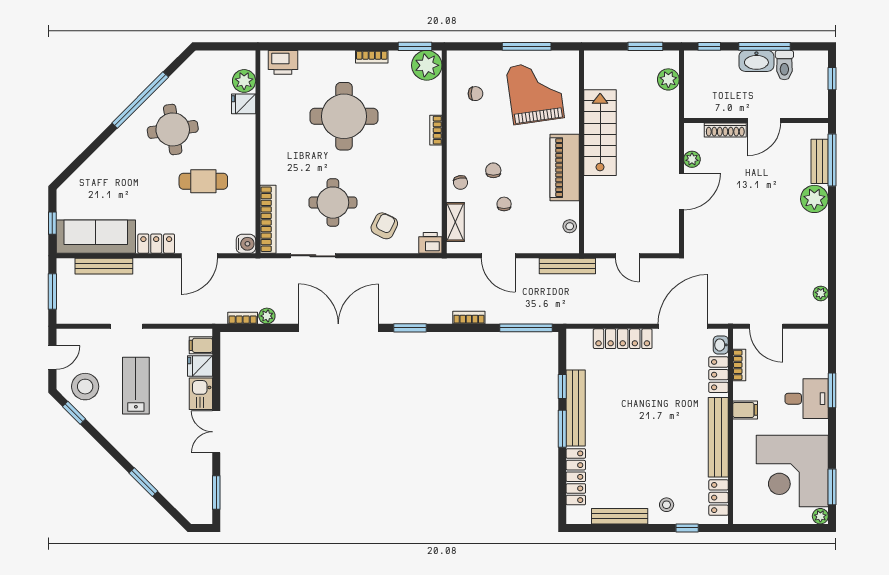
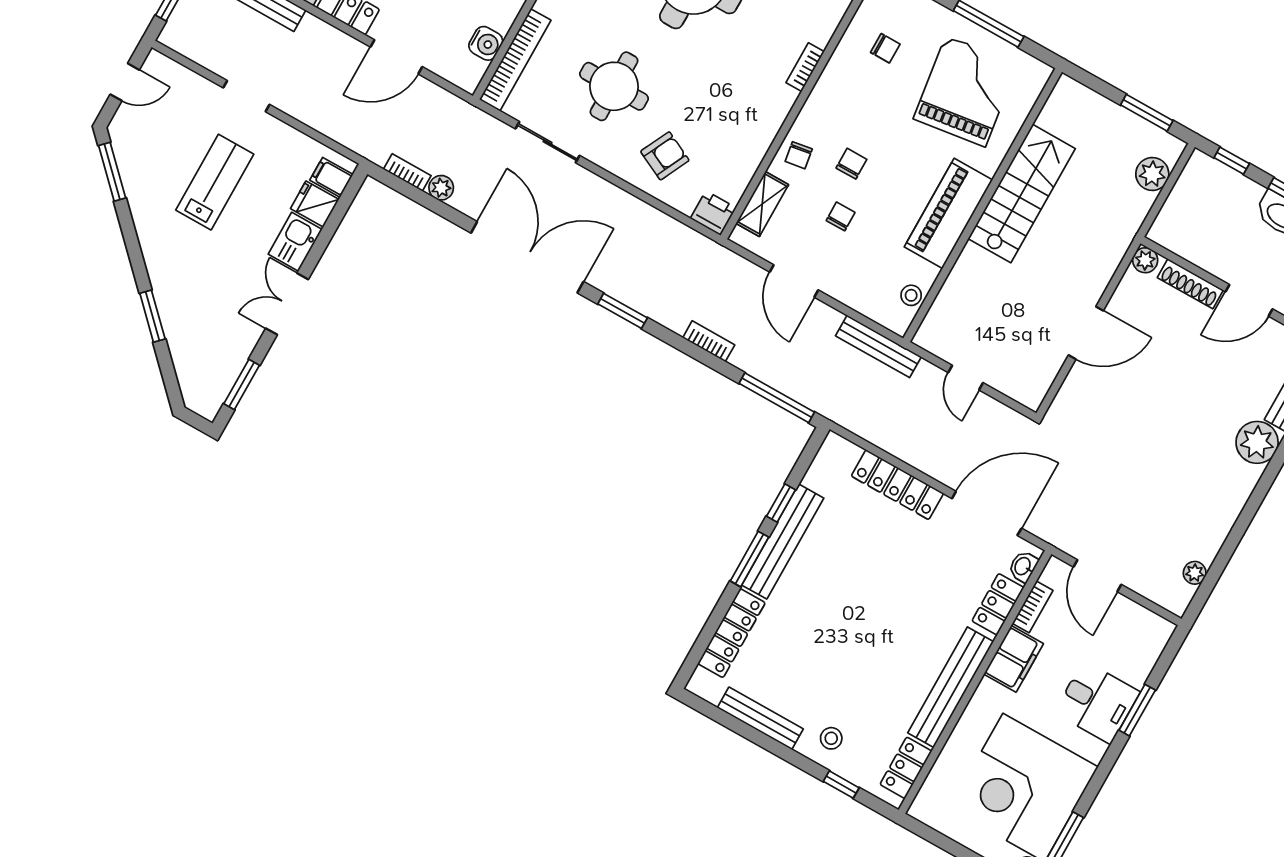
plant: (692, 159) -> (1145, 260), moved
water cooler: (246, 244) -> (486, 43), moved
stool: (85, 387) -> (146, 145), removed
filing cabinet: (745, 410) -> (1014, 659), width x2.00
window: (74, 413) -> (112, 172), width x1.50

